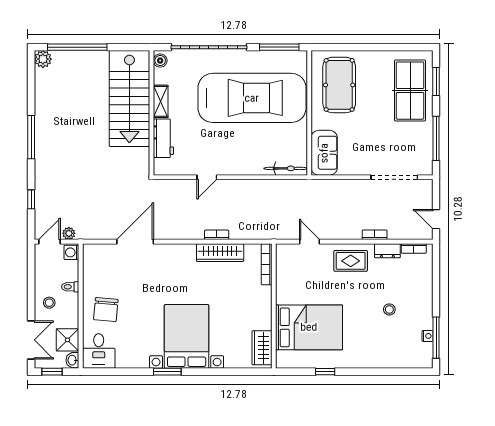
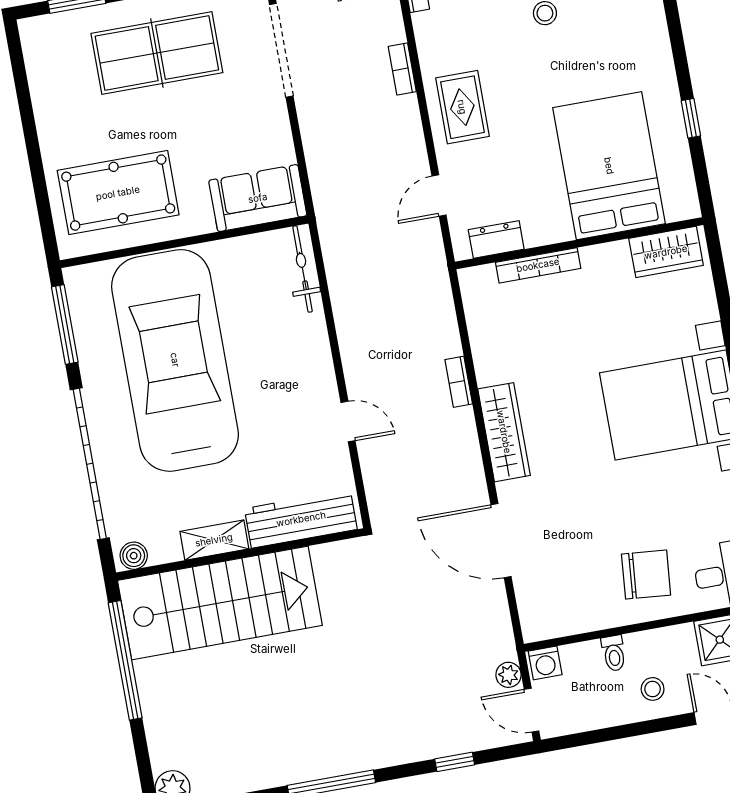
window: (77, 47) -> (125, 660), moved
table tennis table: (410, 91) -> (157, 53), moved
workbench: (163, 138) -> (301, 519), width x1.38
dresser: (387, 251) -> (496, 239), moved, turned -90
wardrobe: (220, 253) -> (504, 432), moved
bookcase: (267, 264) -> (538, 265), moved

